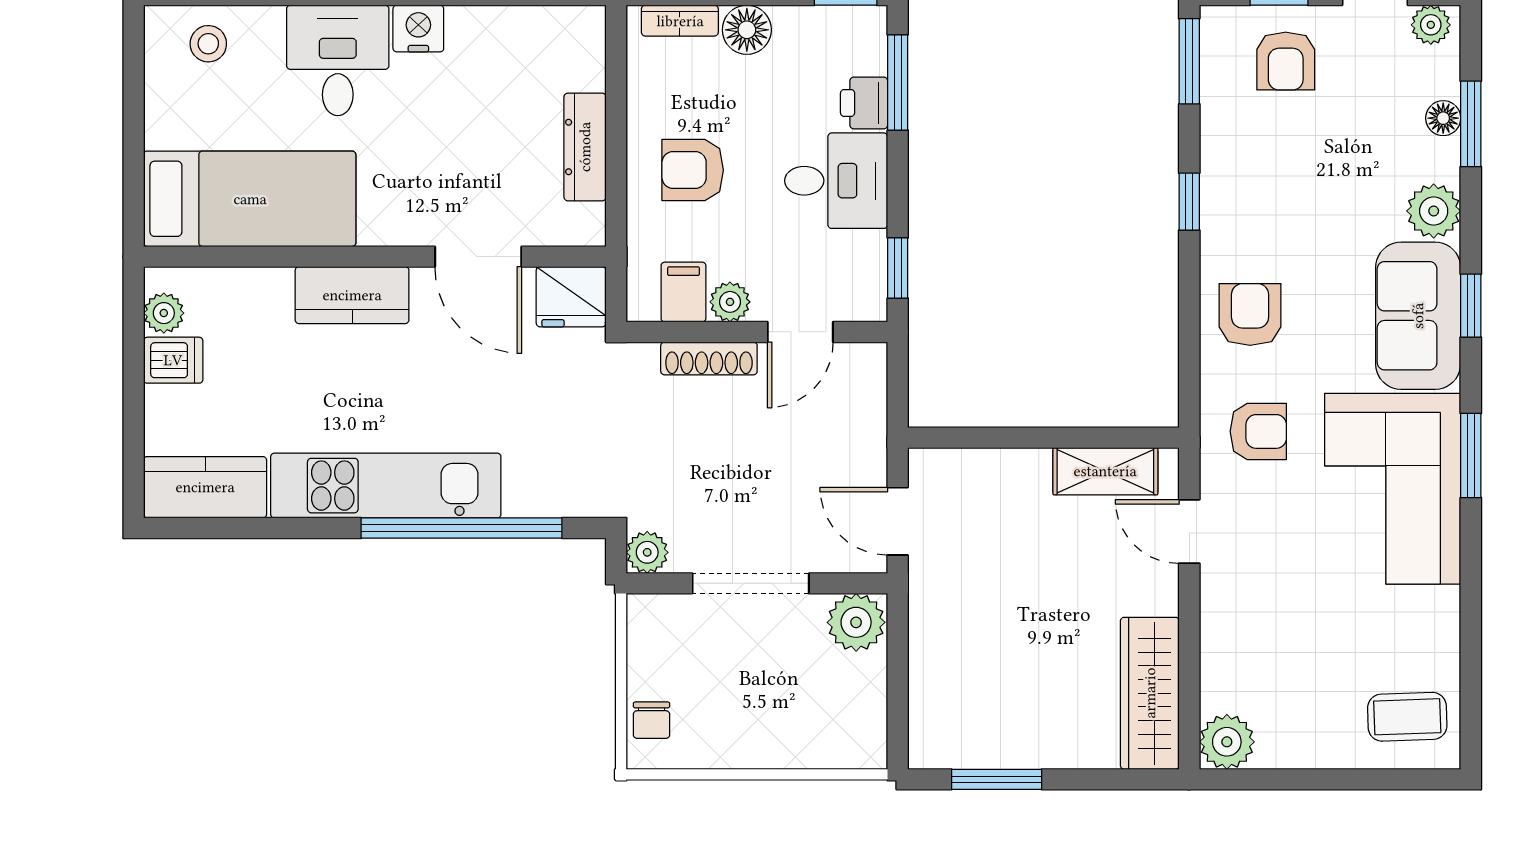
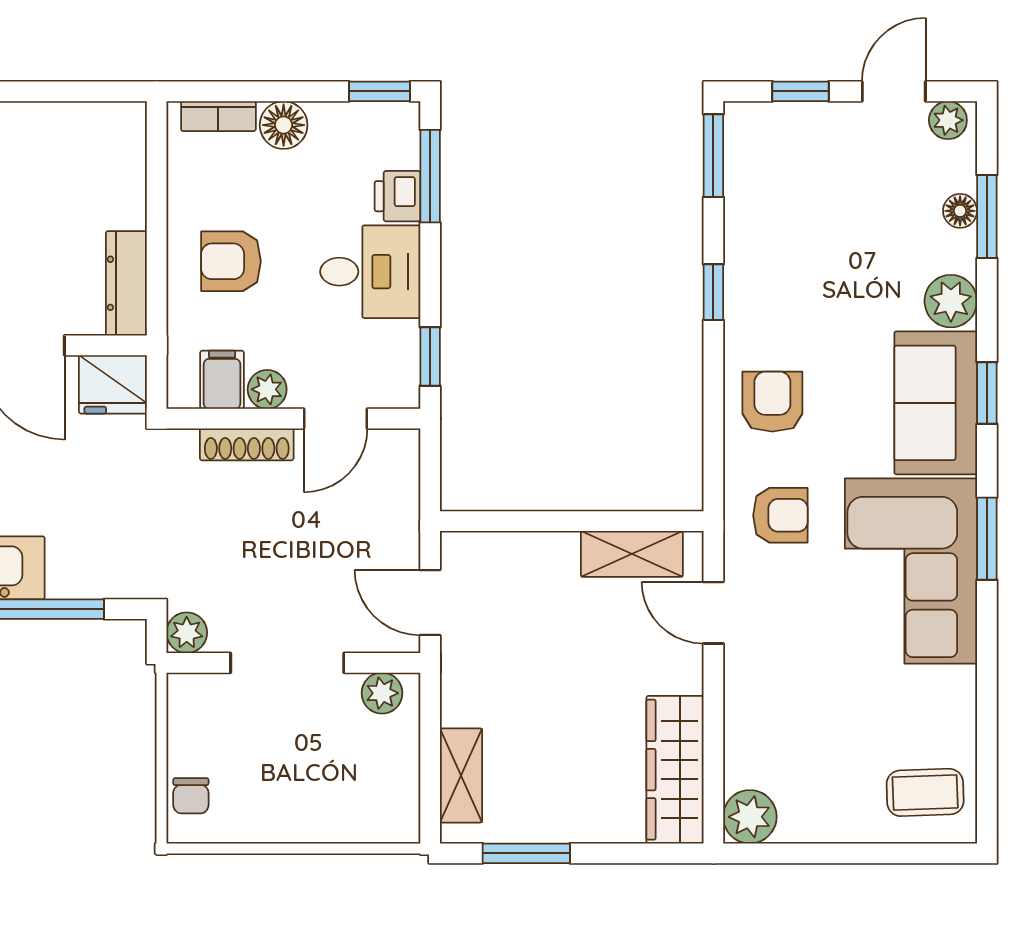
armchair: (1286, 61) -> (807, 155), removed
dresser: (585, 147) -> (126, 283), moved
plant: (856, 622) -> (382, 693), width x0.73, depth x0.73
shelving: (930, 699) -> (461, 775), added

